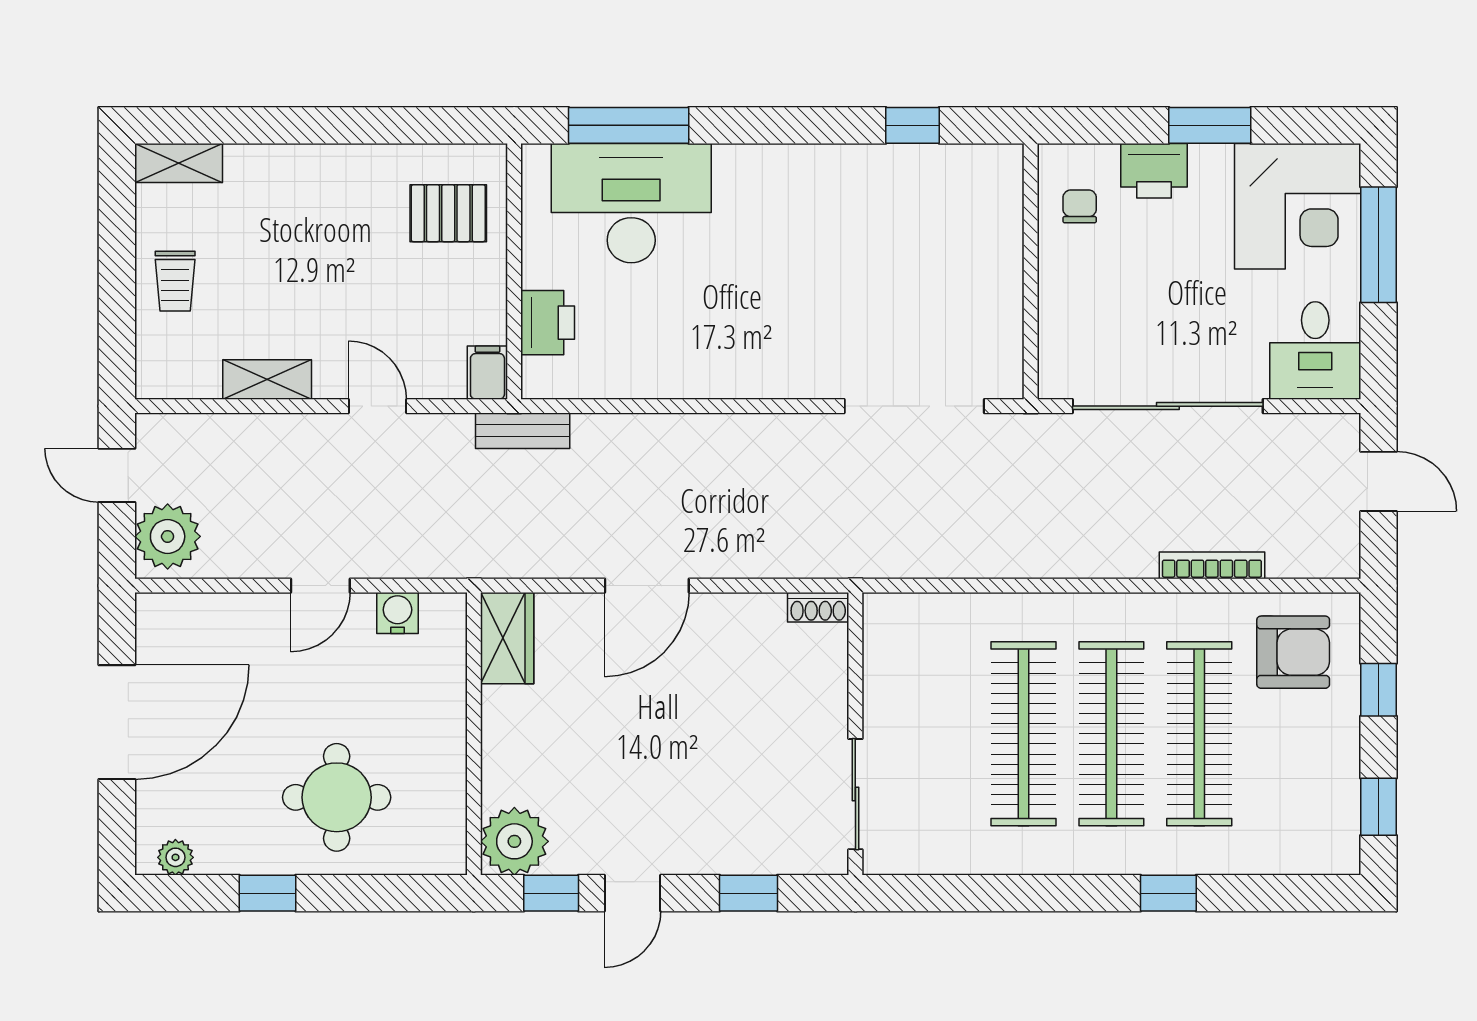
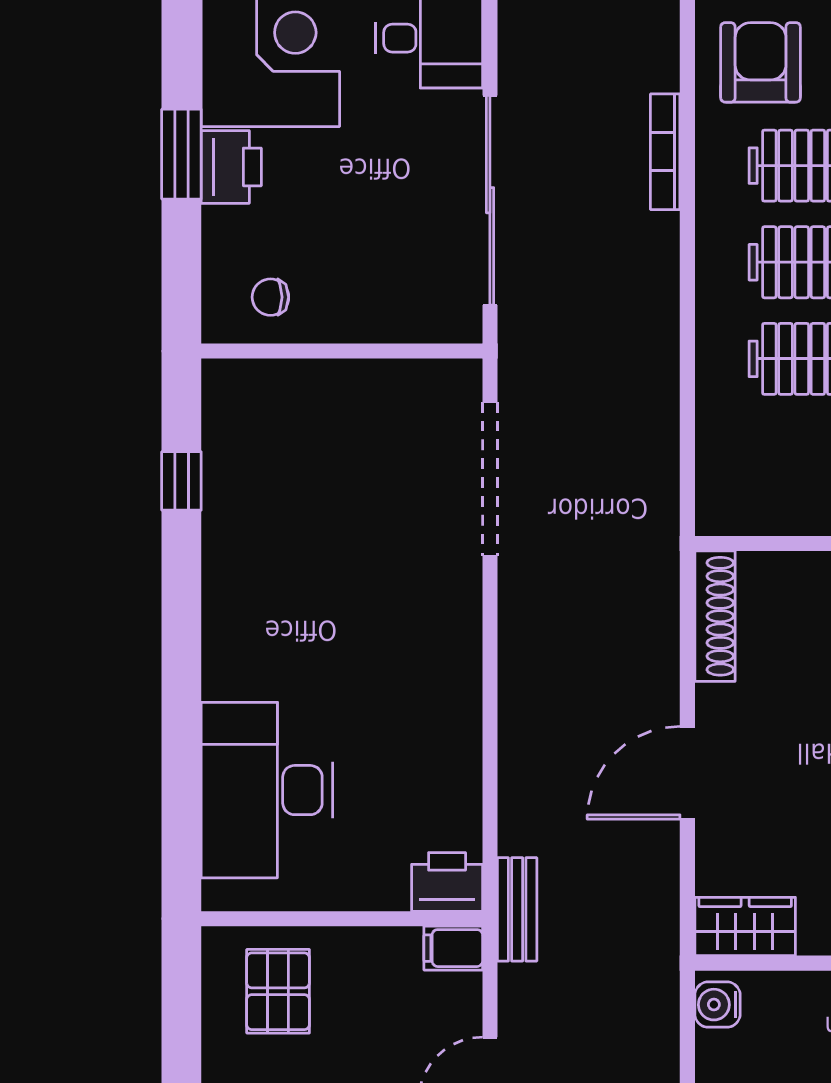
window: (629, 125) -> (181, 793), removed
printer: (1154, 171) -> (231, 167), moved
printer: (548, 323) -> (447, 882), moved
door: (647, 586) -> (687, 773), swing flipped
shoe rack: (818, 607) -> (715, 616), width x1.94, depth x1.24
water cooler: (397, 613) -> (718, 1005), moved

